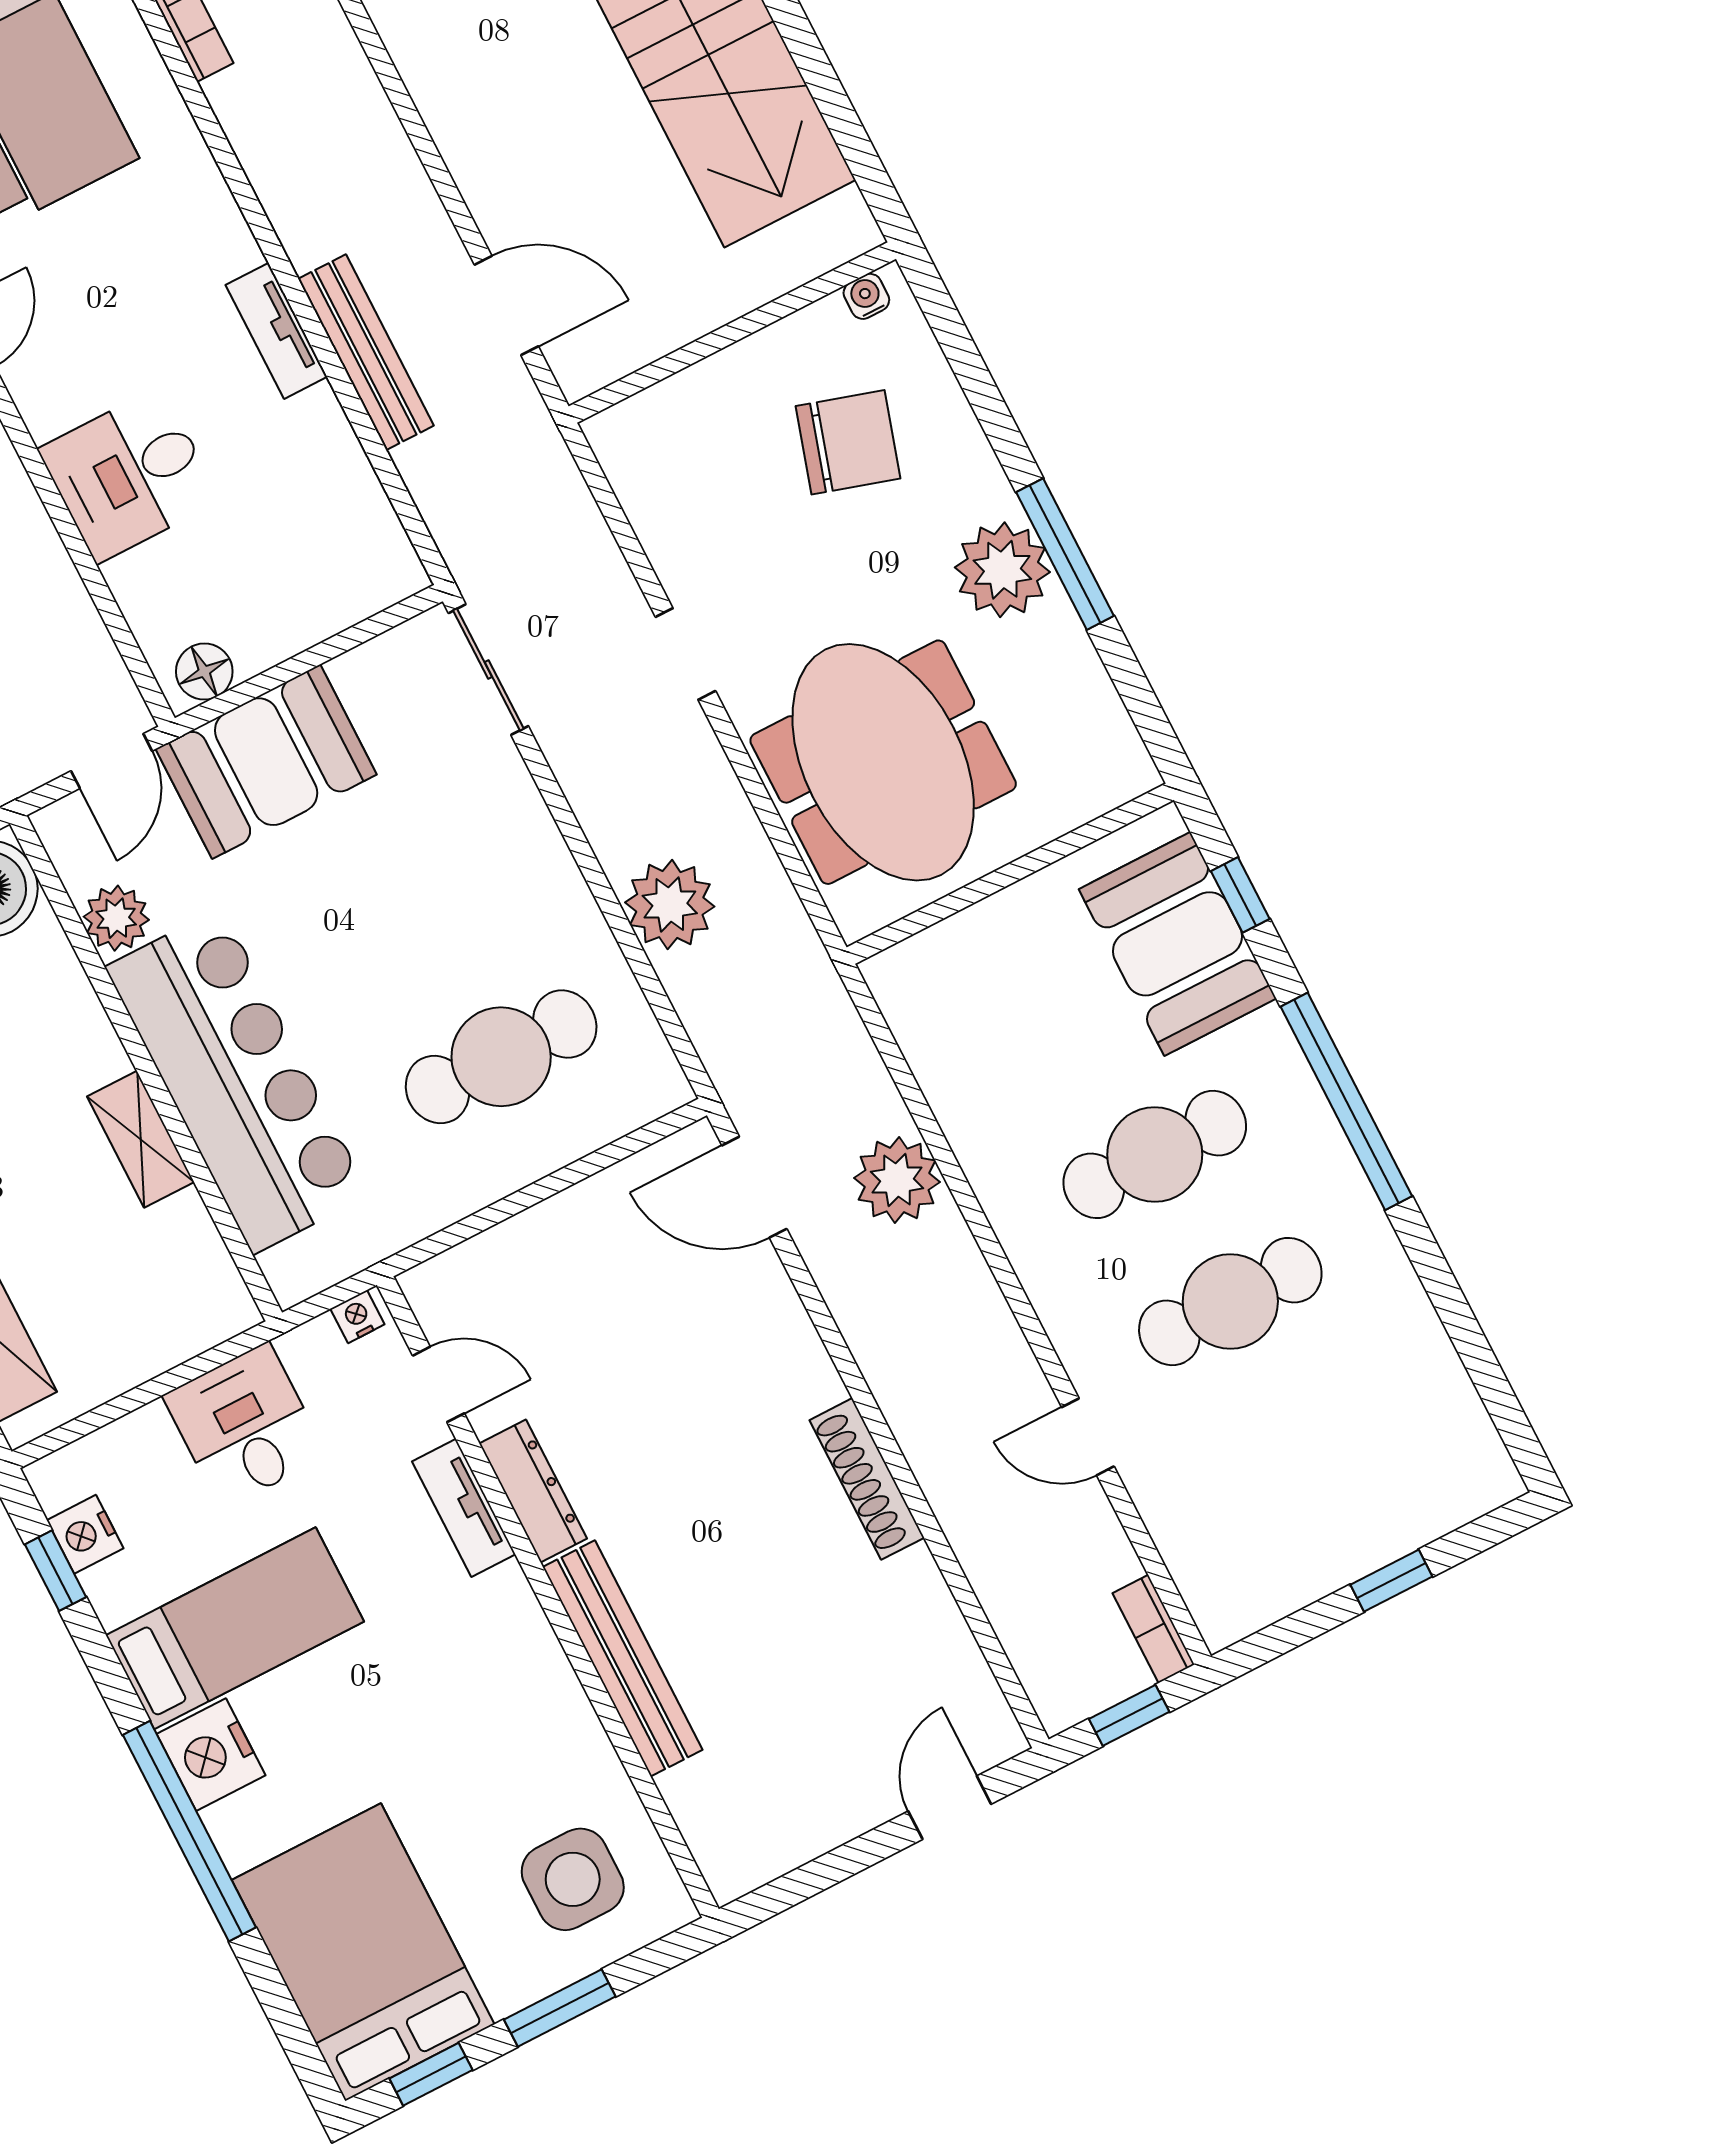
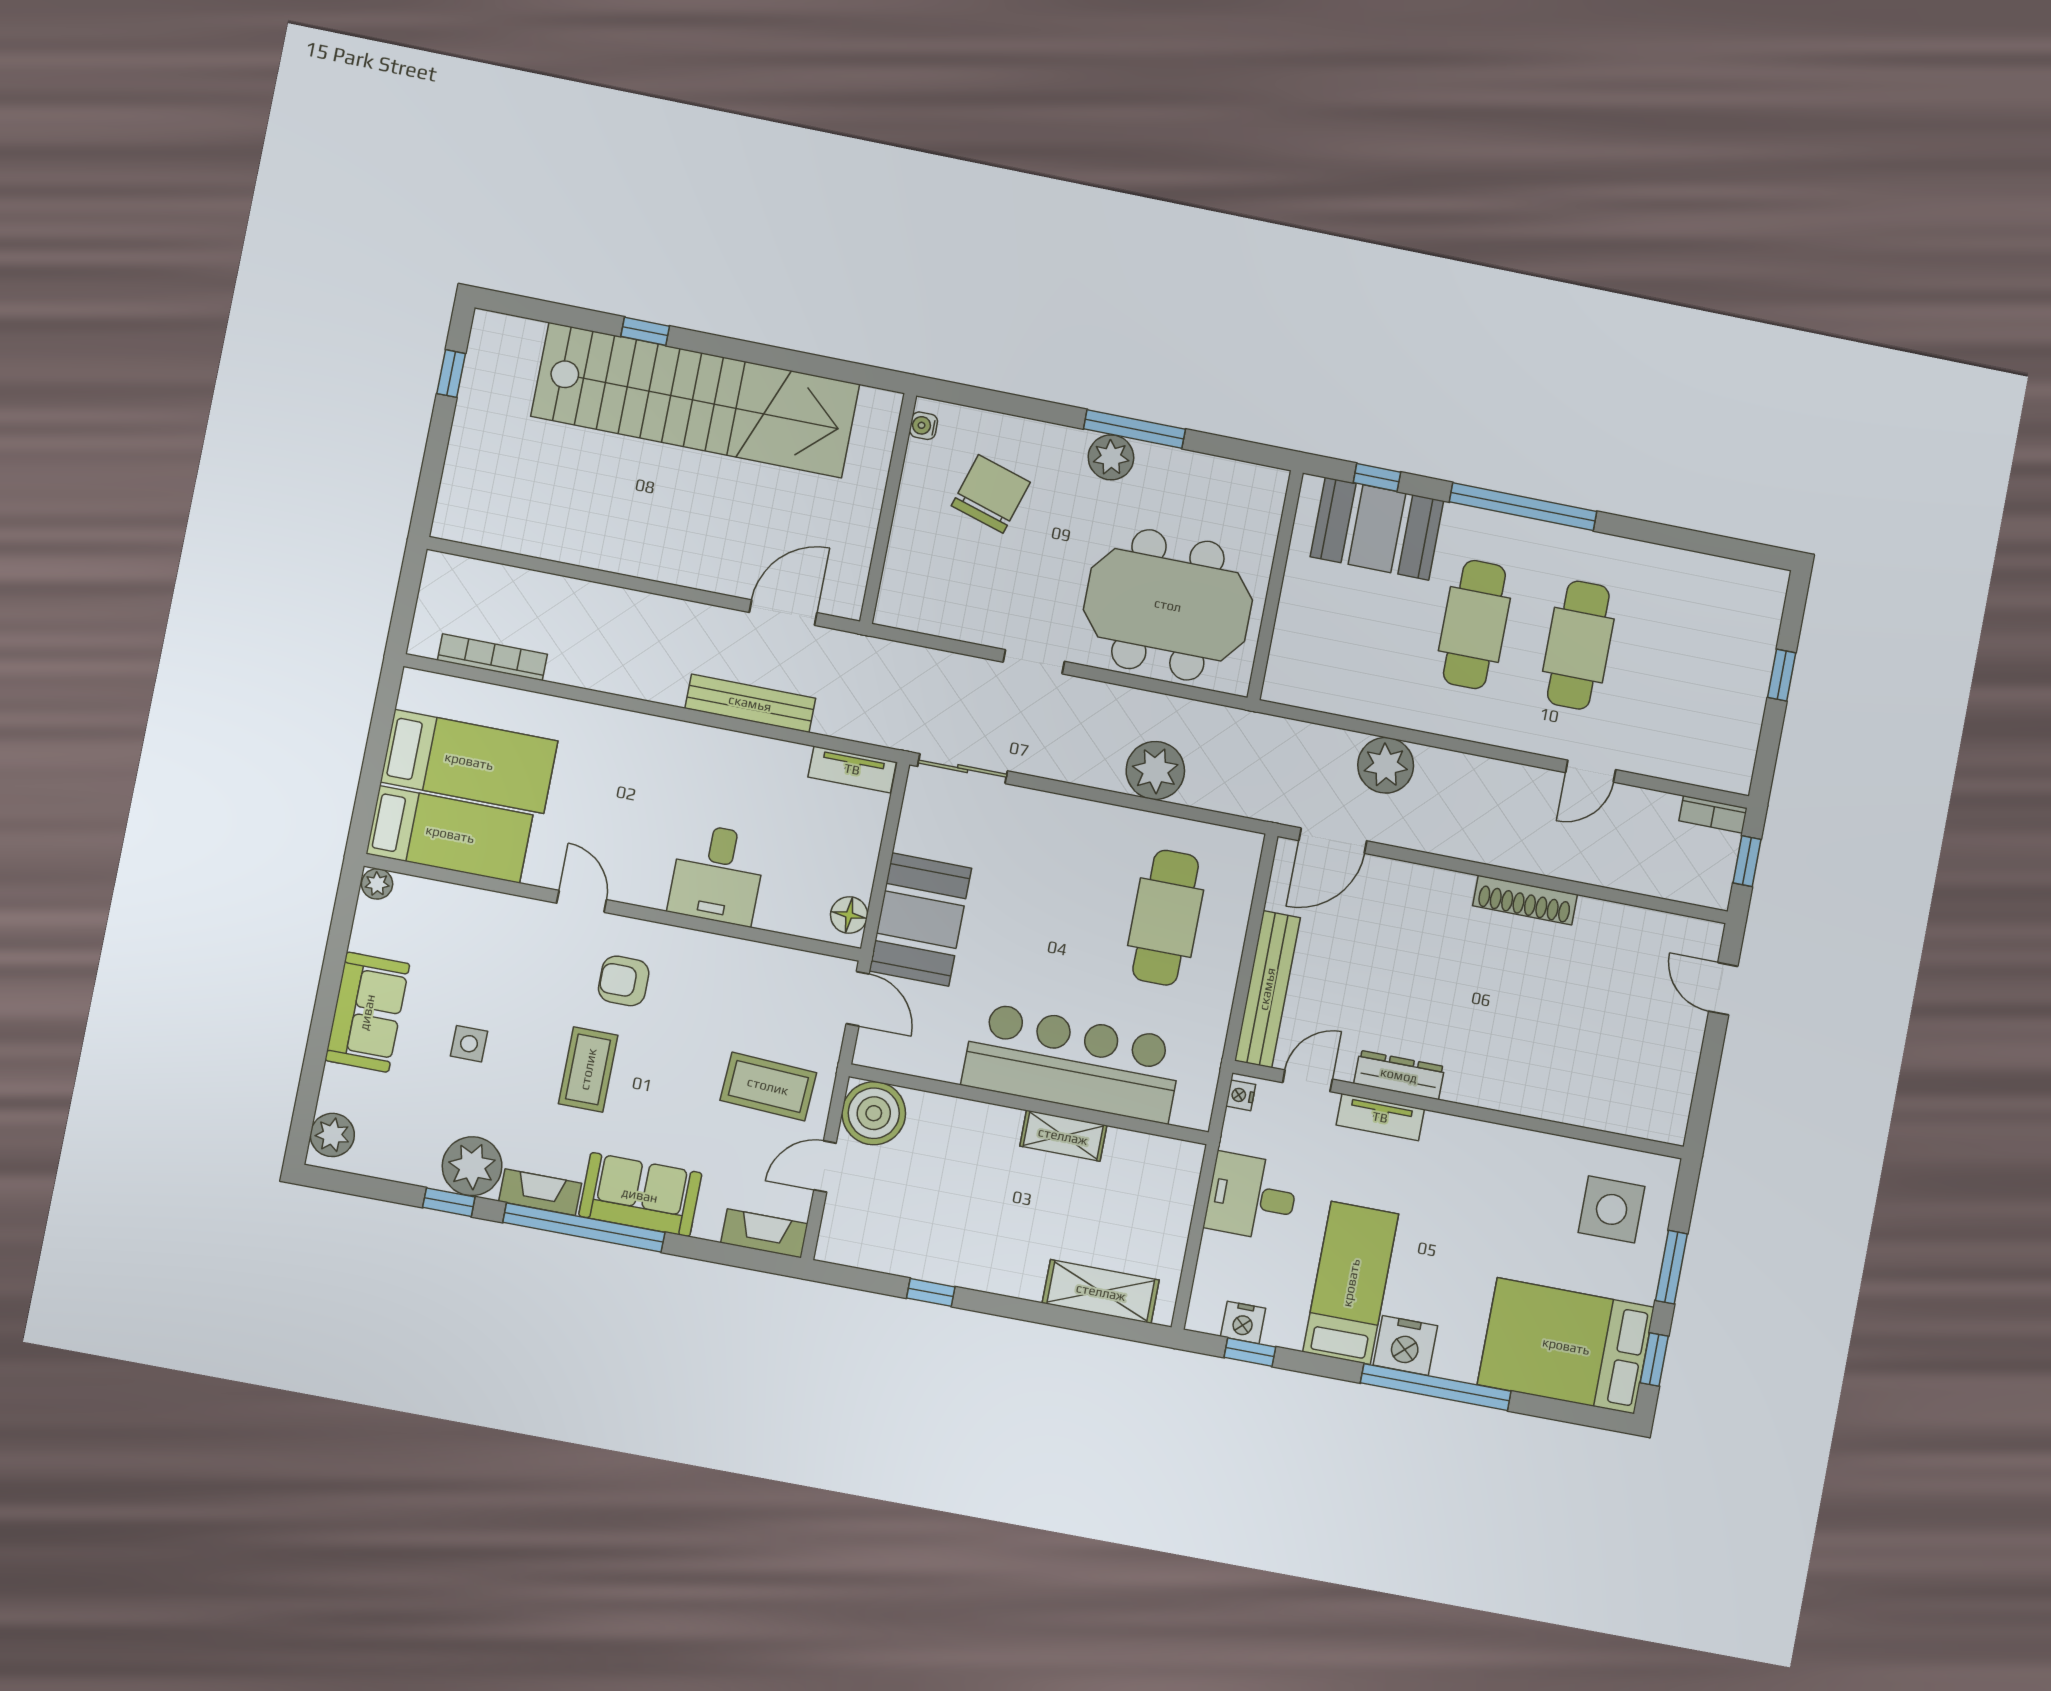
tv unit: (276, 331) -> (852, 769), moved
plant: (1002, 570) -> (1111, 457), width x0.73, depth x0.73
plant: (116, 918) -> (940, 1060), removed
bench: (623, 1658) -> (1267, 989), moved, turned 90

